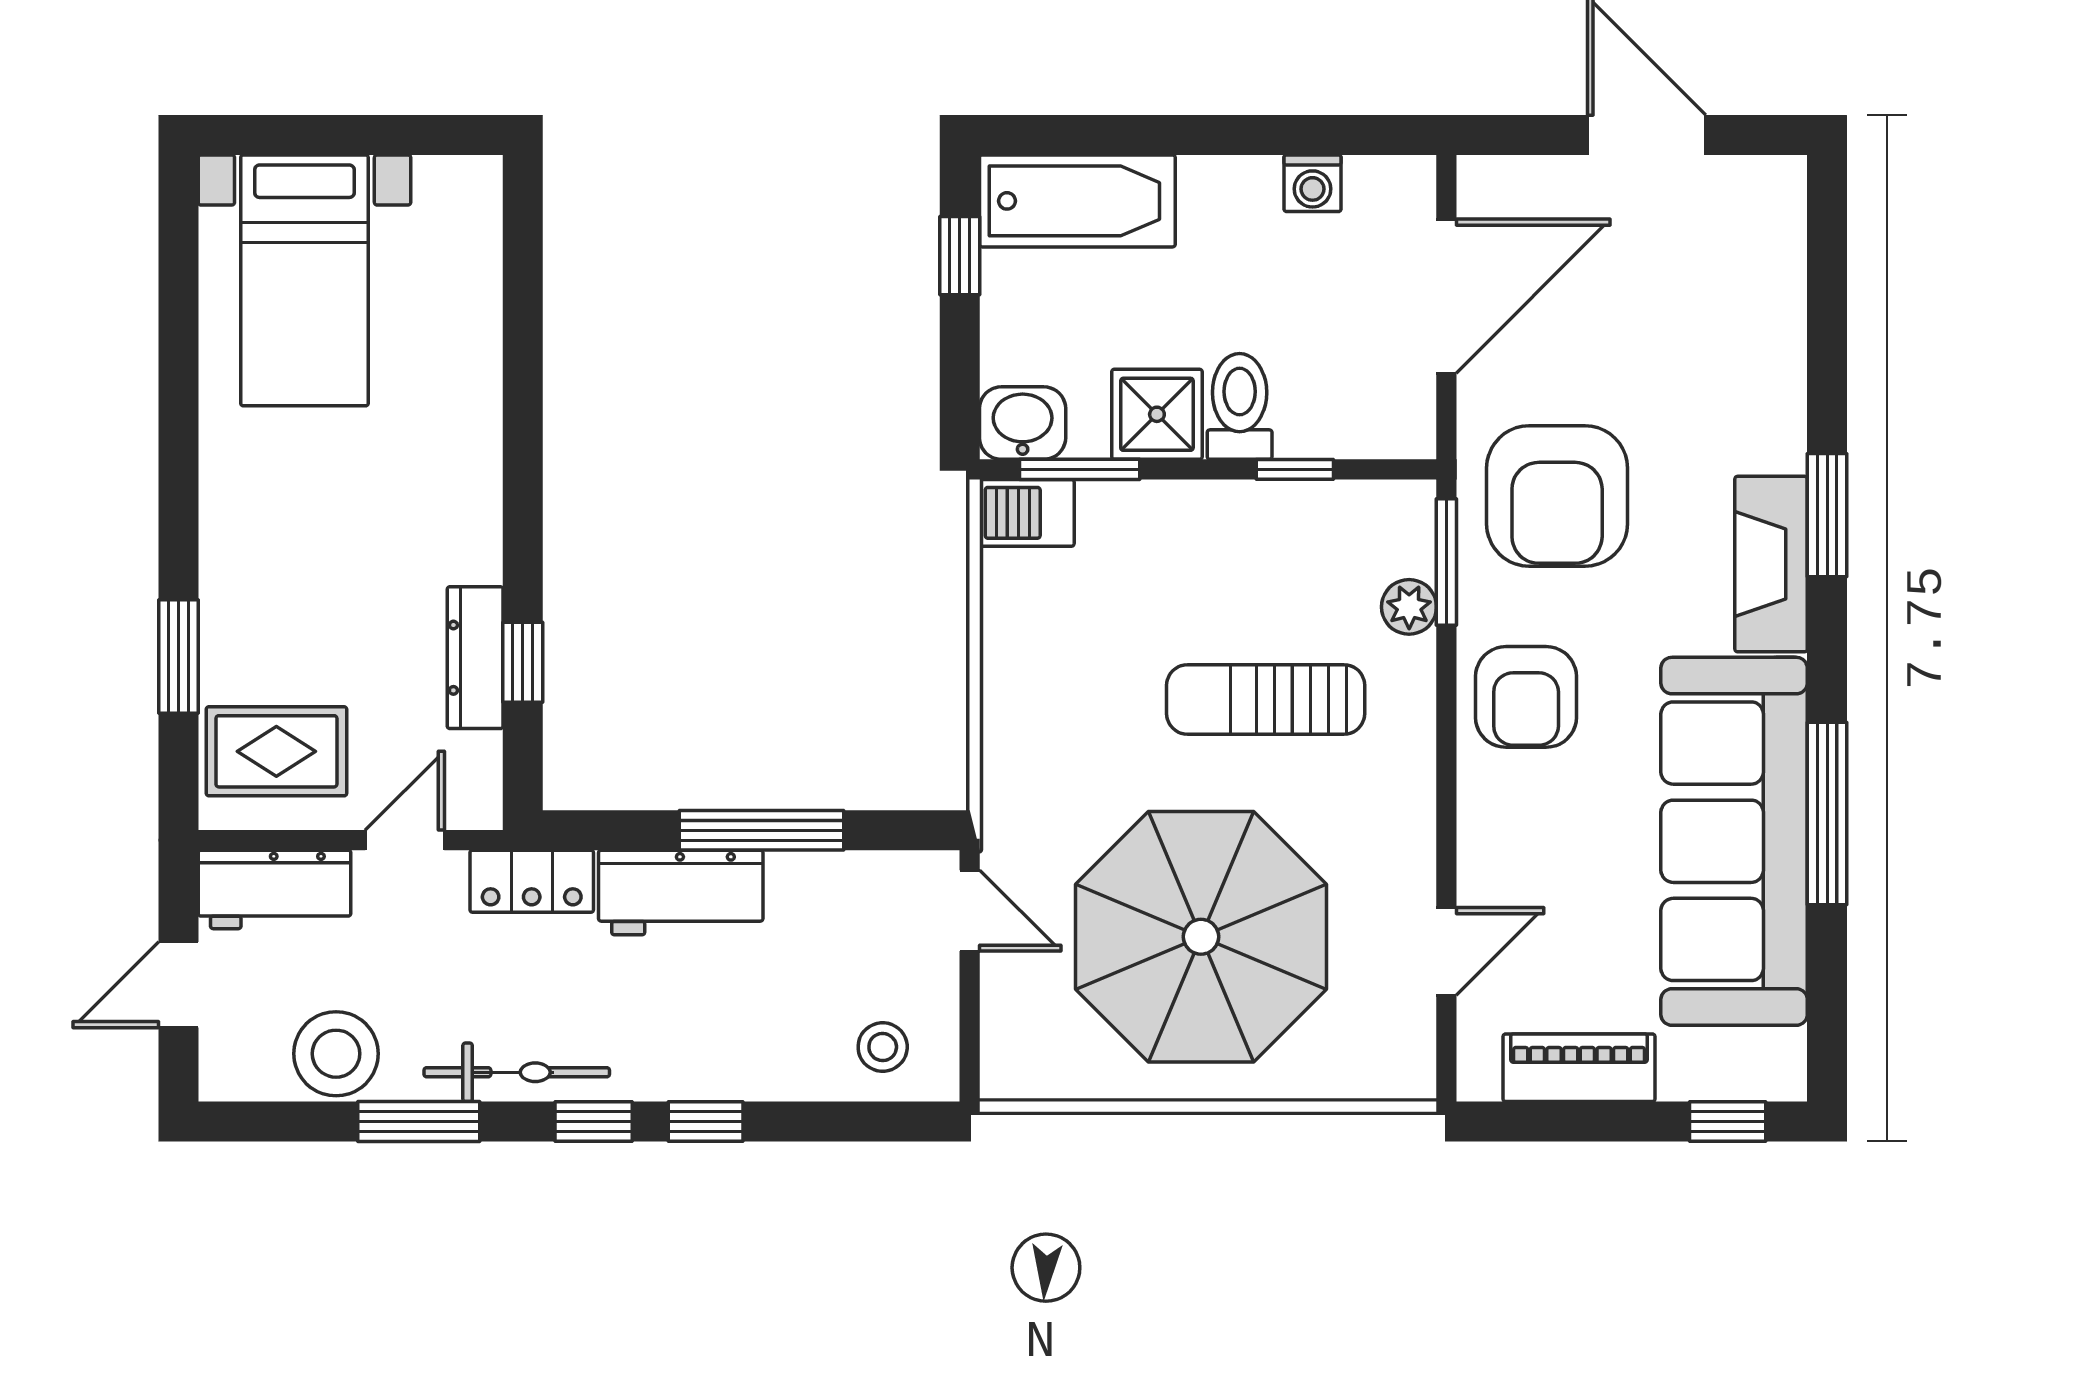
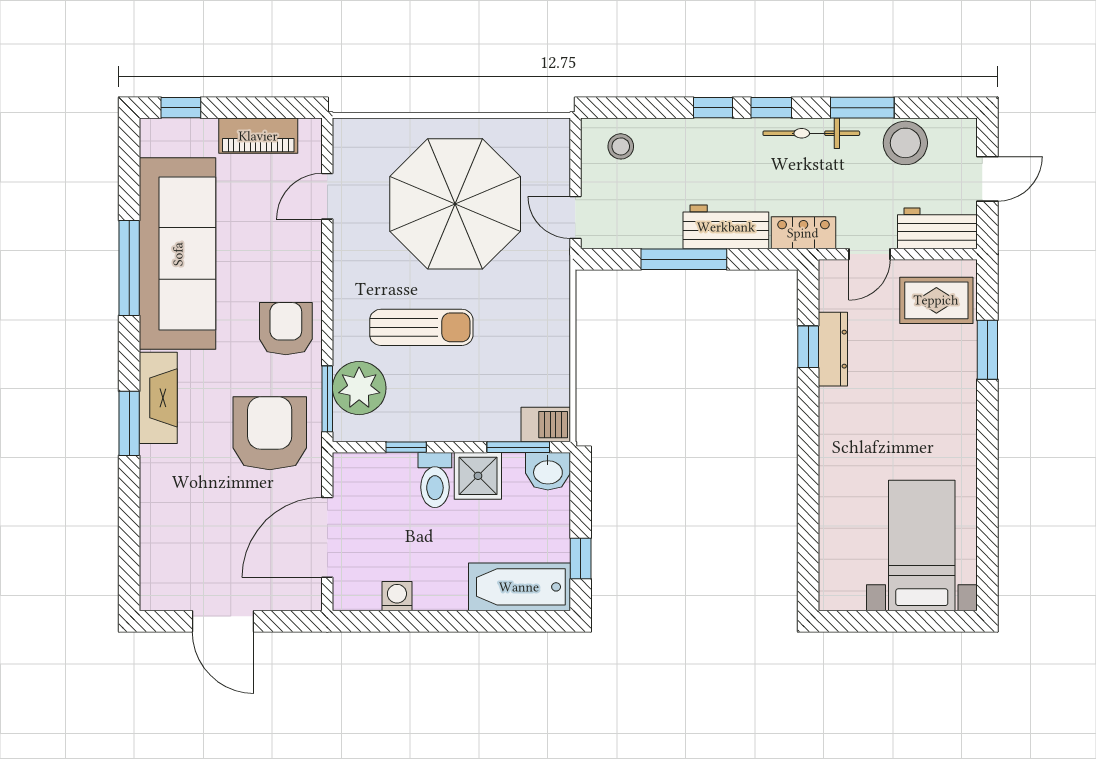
plant: (1409, 607) -> (359, 388), width x1.88, depth x1.88

